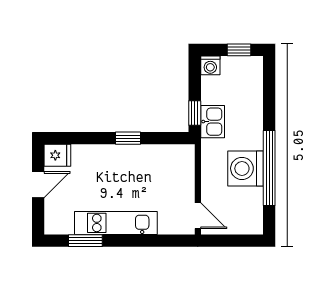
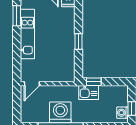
washing machine: (210, 65) -> (123, 113), moved

